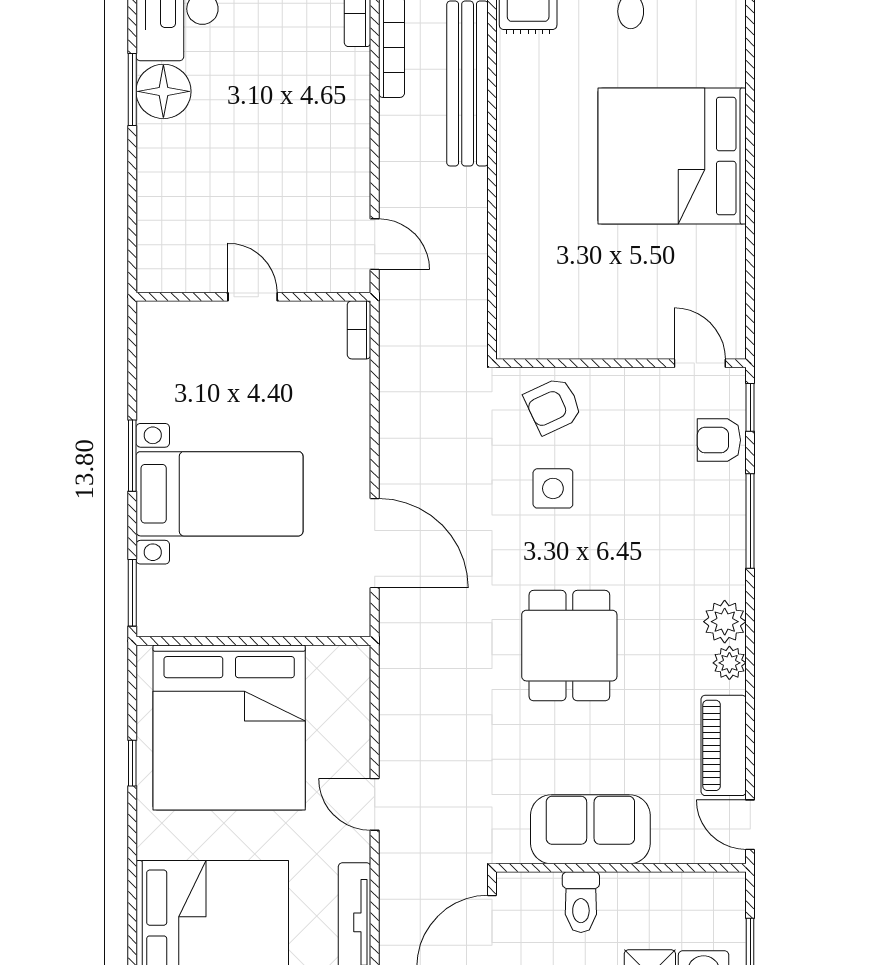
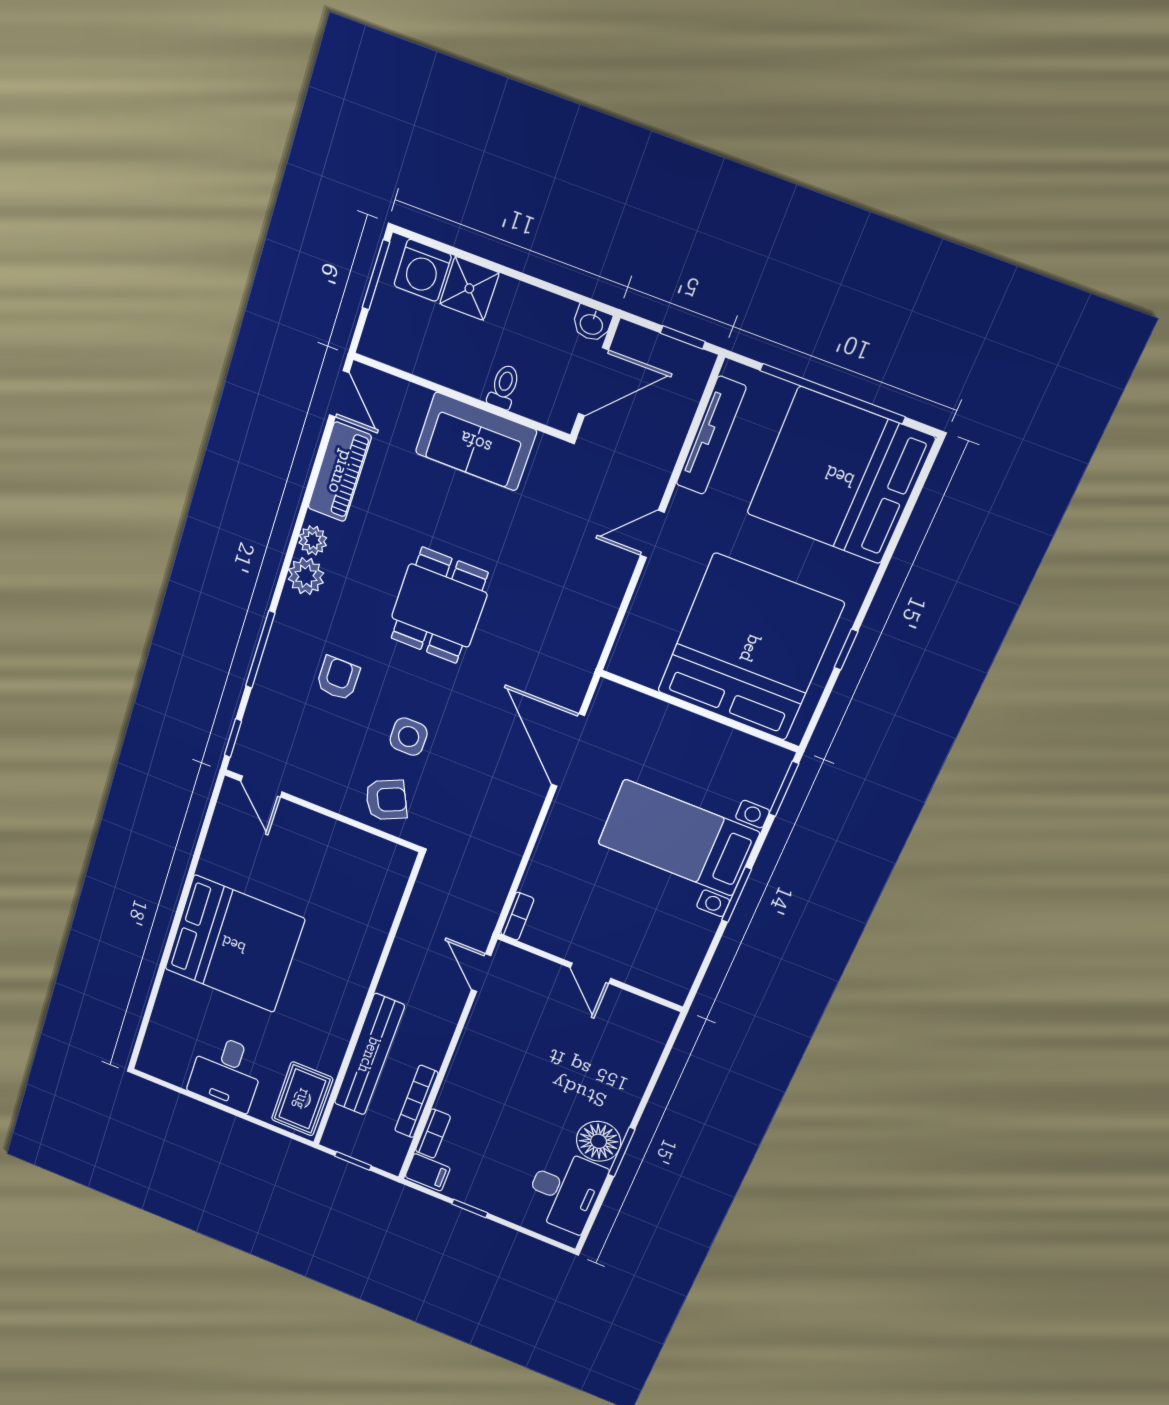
armchair: (719, 440) -> (338, 678), moved, turned -90
door: (375, 804) -> (652, 534), swing flipped
toilet: (581, 902) -> (504, 387), width x0.73, depth x0.72

